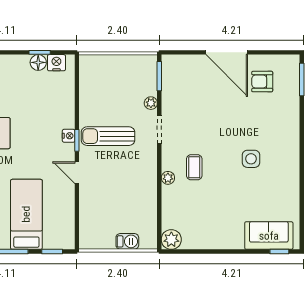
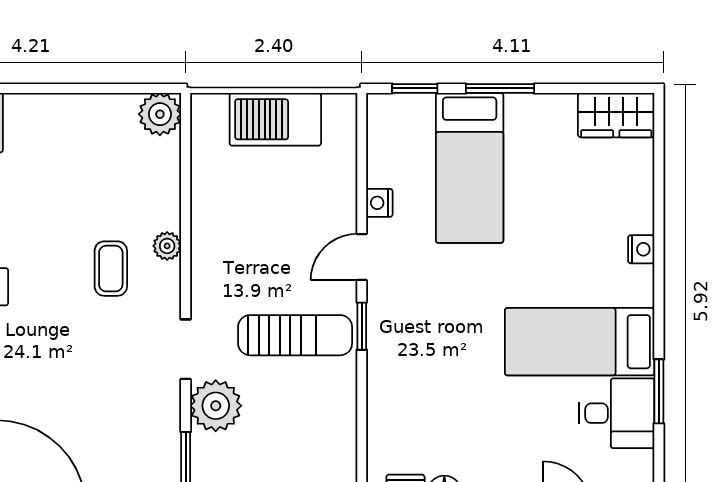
plant: (151, 103) -> (216, 406), width x1.88, depth x1.88
nightstand: (69, 136) -> (379, 203), moved
door: (77, 173) -> (362, 257), swing flipped
barbecue: (127, 241) -> (275, 119), width x1.88, depth x1.53

